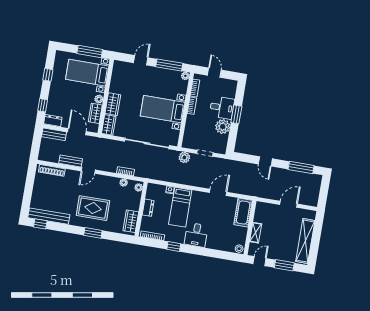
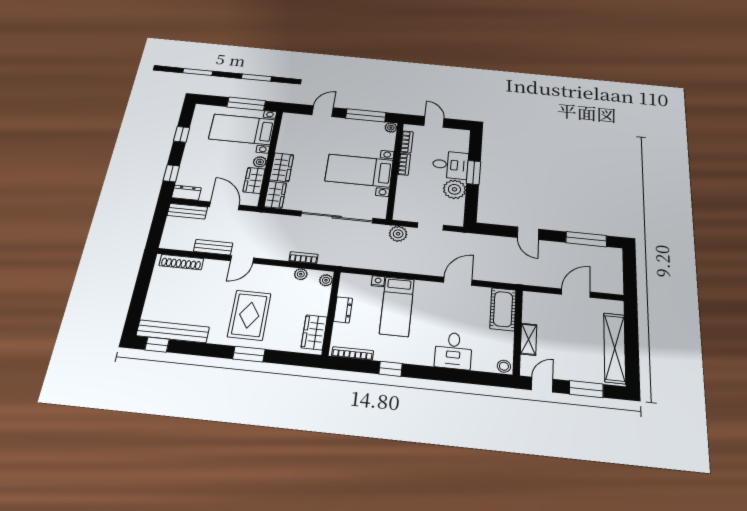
rug: (93, 208) -> (249, 315), turned 90
desk: (196, 235) -> (453, 351), moved

